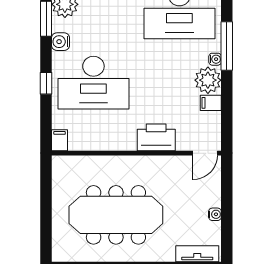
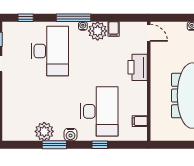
filing cabinet: (60, 140) -> (140, 121), moved

